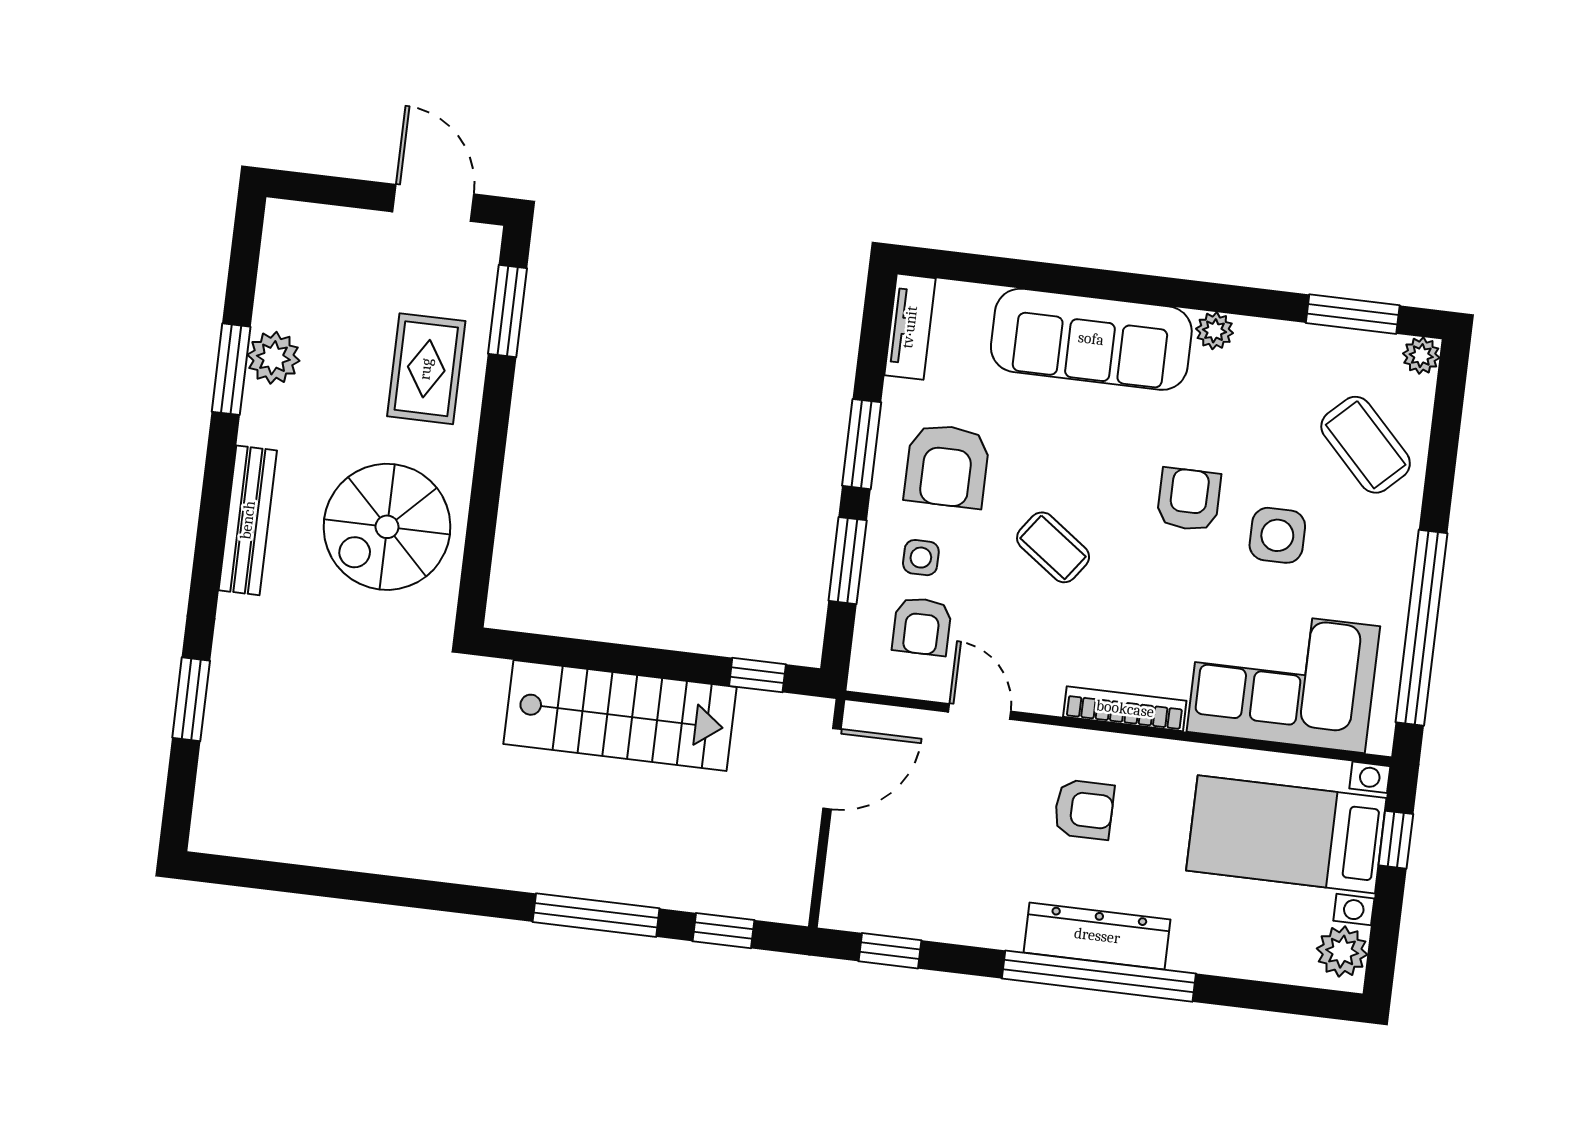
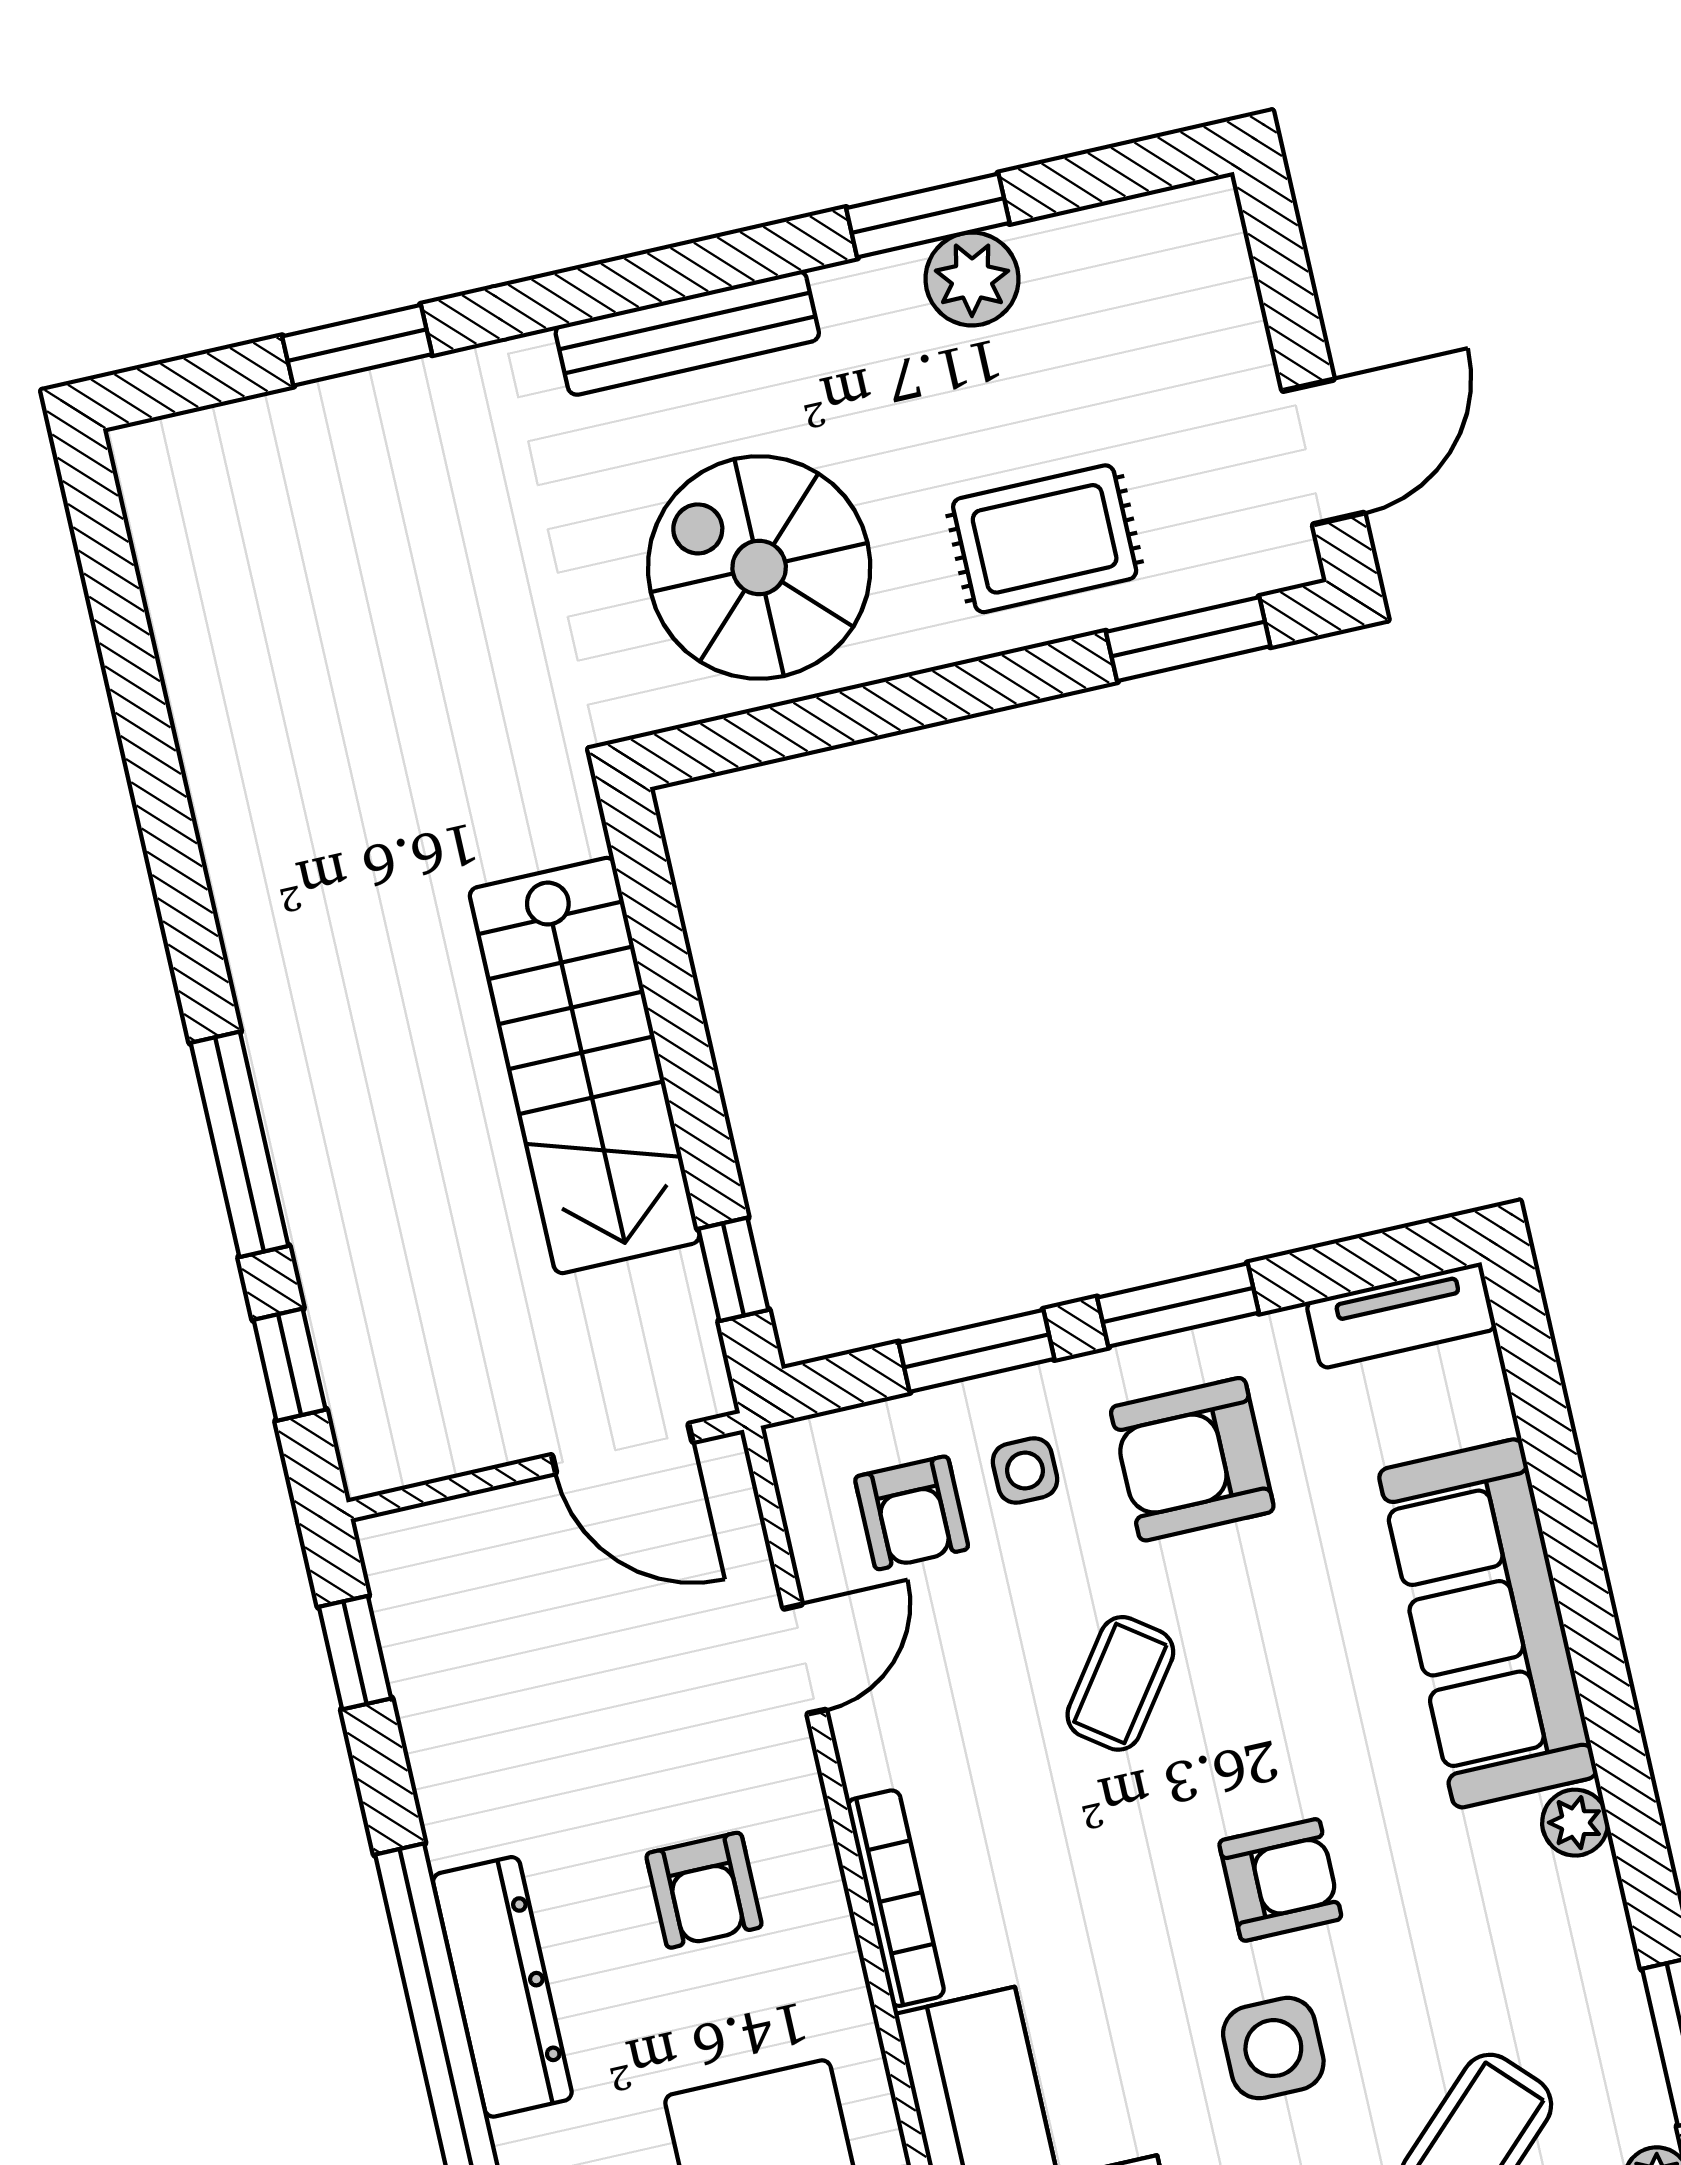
armchair: (922, 626) -> (912, 1513), turned -90

